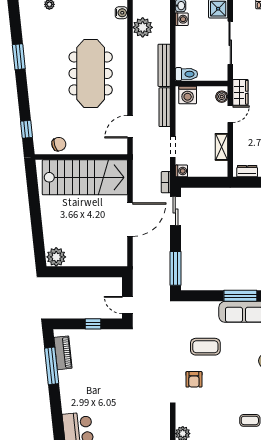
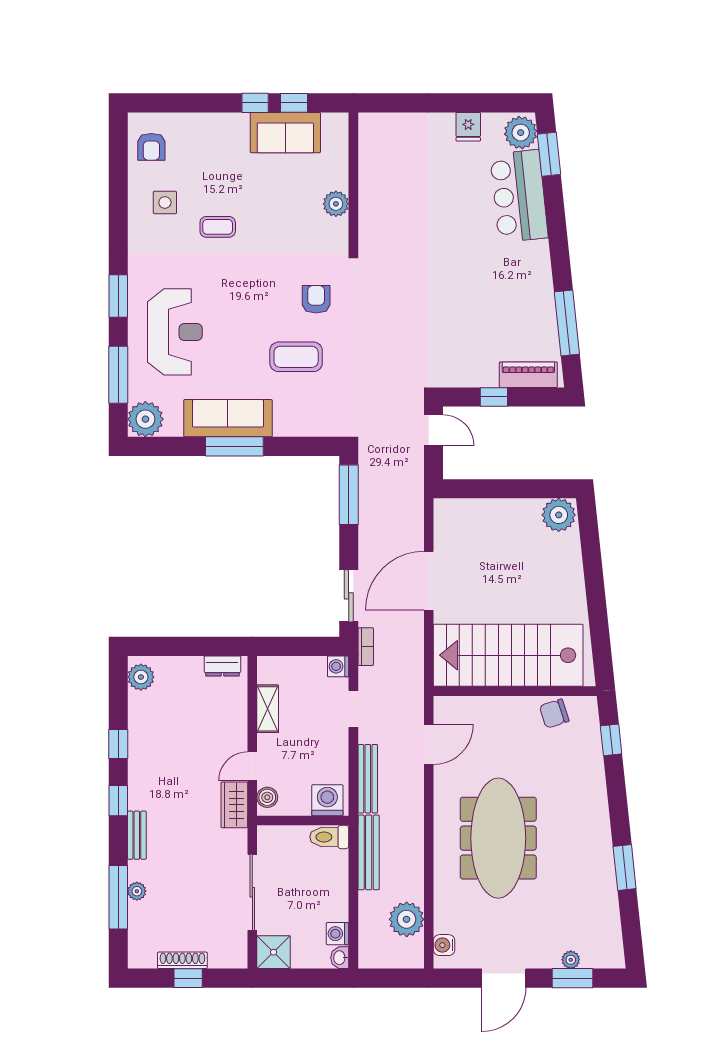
piano: (63, 353) -> (528, 375), moved, turned 96

